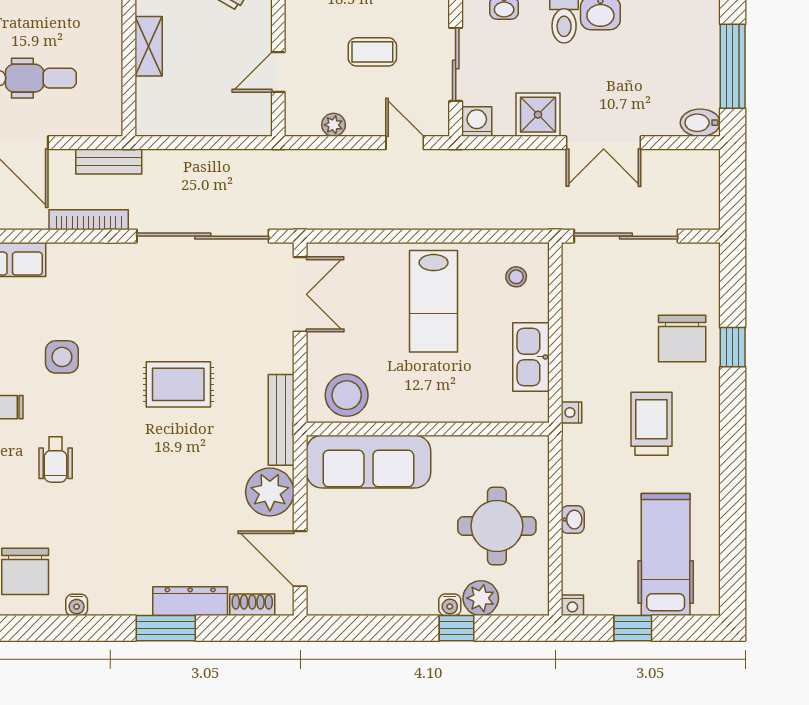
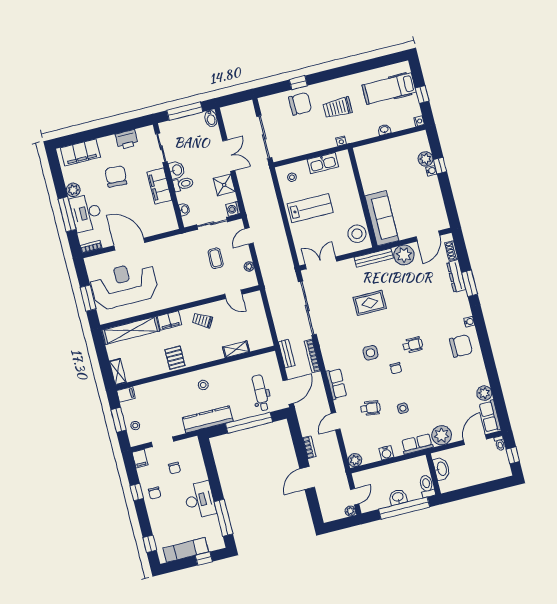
rug: (178, 384) -> (370, 303), turned 90
round table: (497, 526) -> (395, 160), removed

